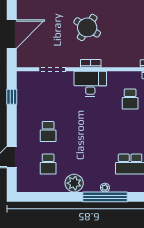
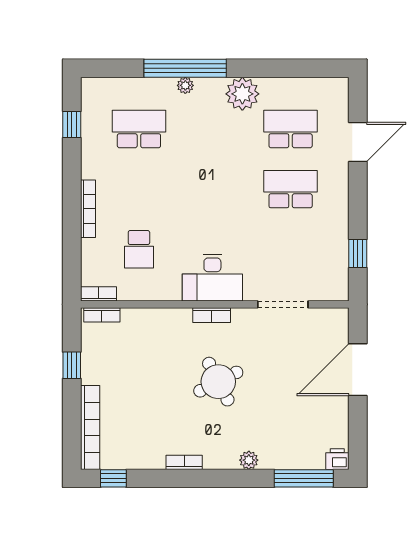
round table: (87, 27) -> (218, 382), turned 31
school desk: (130, 99) -> (139, 249), turned 180
school desk: (48, 132) -> (291, 189), width x1.85
school desk: (48, 164) -> (291, 129), width x1.85

